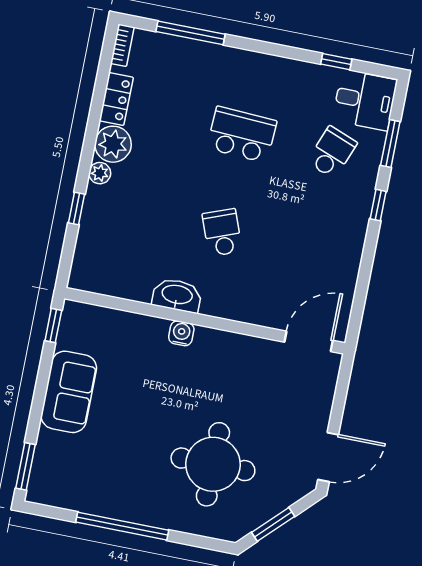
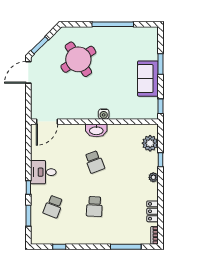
desk: (365, 100) -> (43, 172), moved
school desk: (242, 135) -> (94, 207), width x0.54
plant: (113, 144) -> (150, 143), moved
washbasin: (177, 295) -> (96, 130), moved
round table: (213, 464) -> (78, 59), turned -33
window: (25, 466) -> (161, 64), moved
window: (273, 524) -> (40, 45), moved

